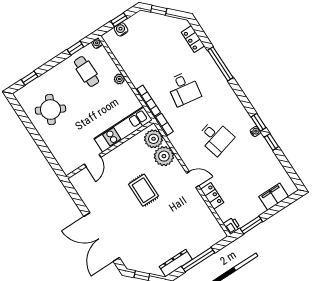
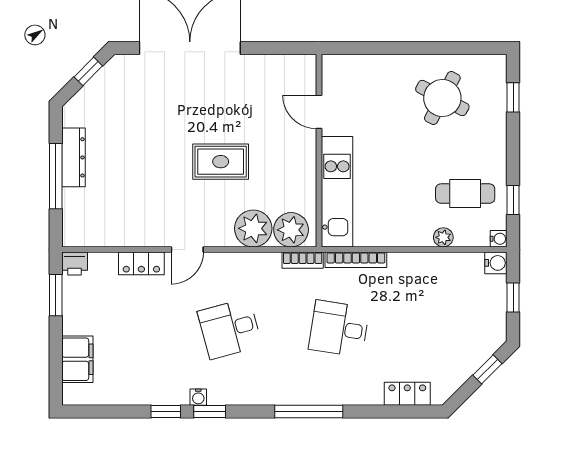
water cooler: (121, 29) -> (496, 263), moved
window: (220, 64) -> (309, 411), moved
plant: (119, 79) -> (443, 237), moved
dresser: (176, 263) -> (73, 157), moved

